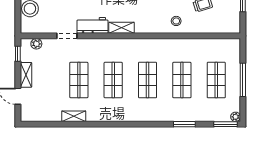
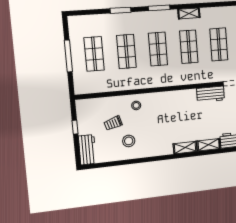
shelving: (122, 28) -> (185, 95), removed
shelving: (74, 116) -> (189, 13), moved
plant: (236, 117) -> (72, 20), removed
window: (225, 124) -> (159, 8), moved

